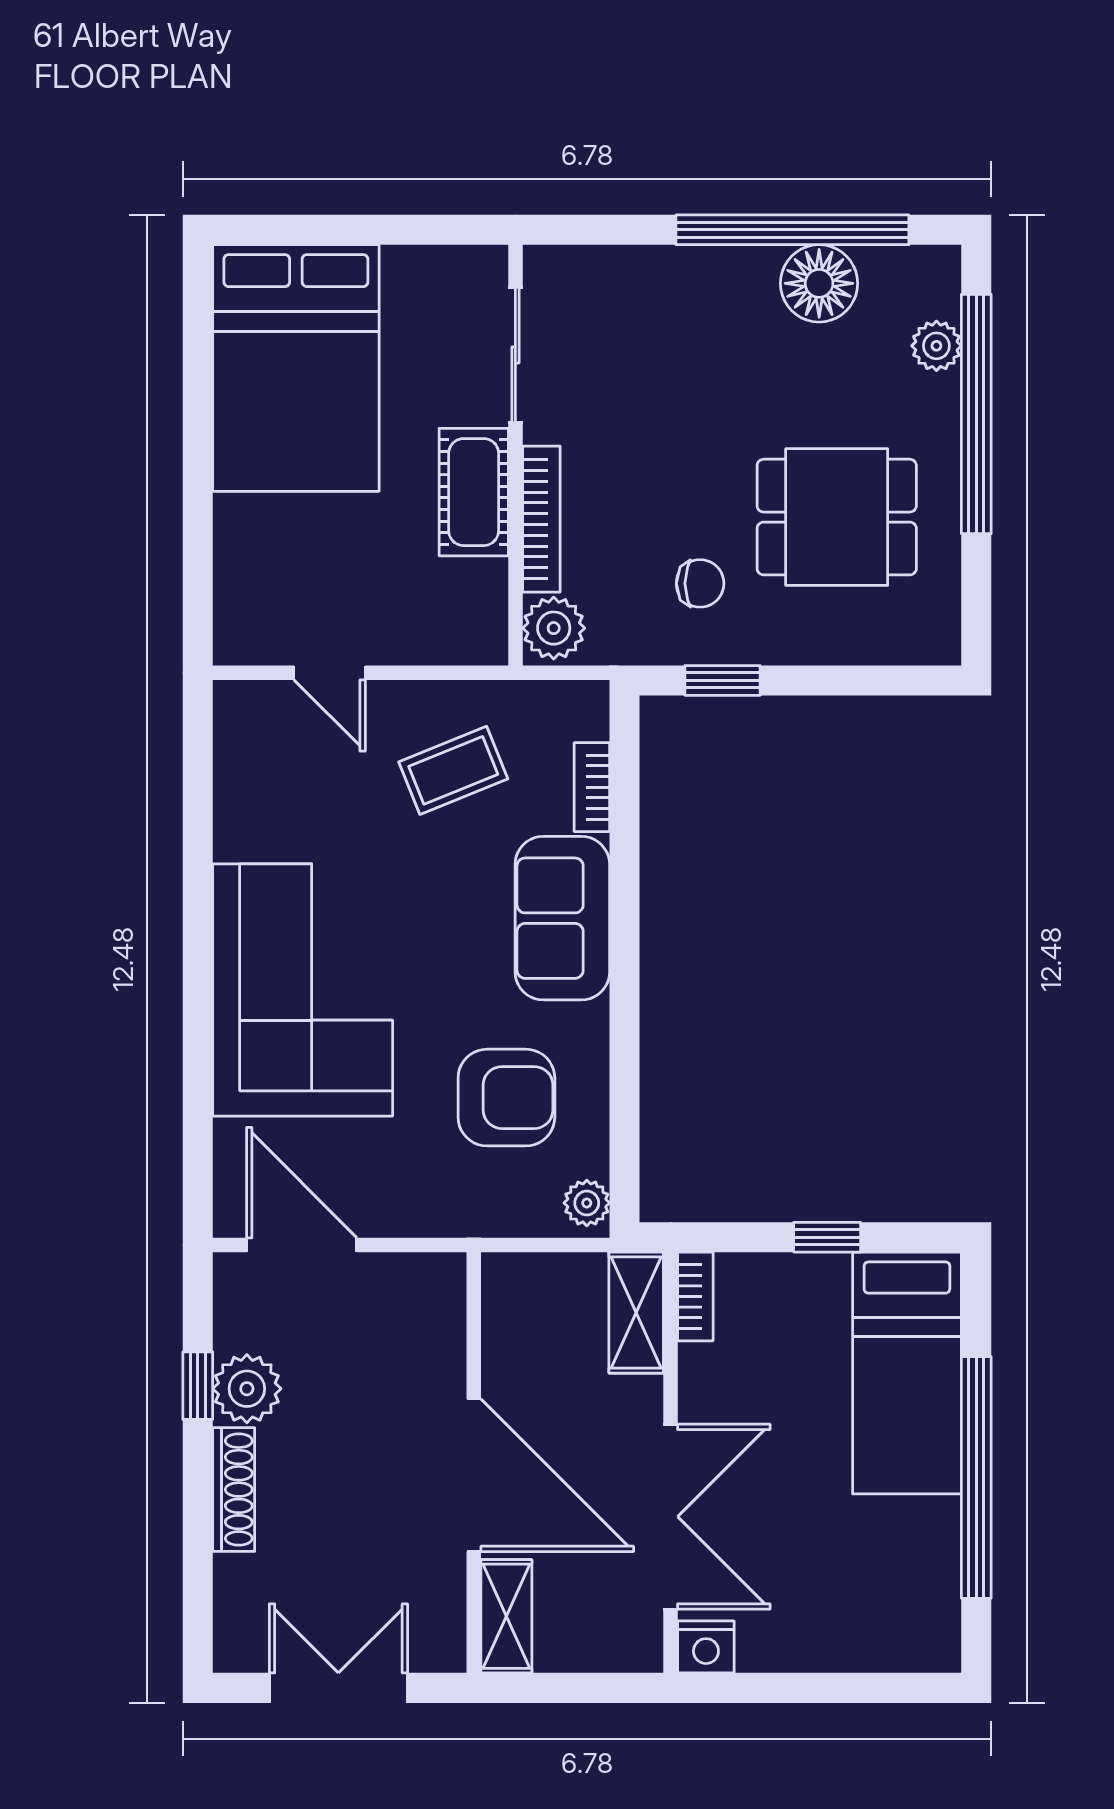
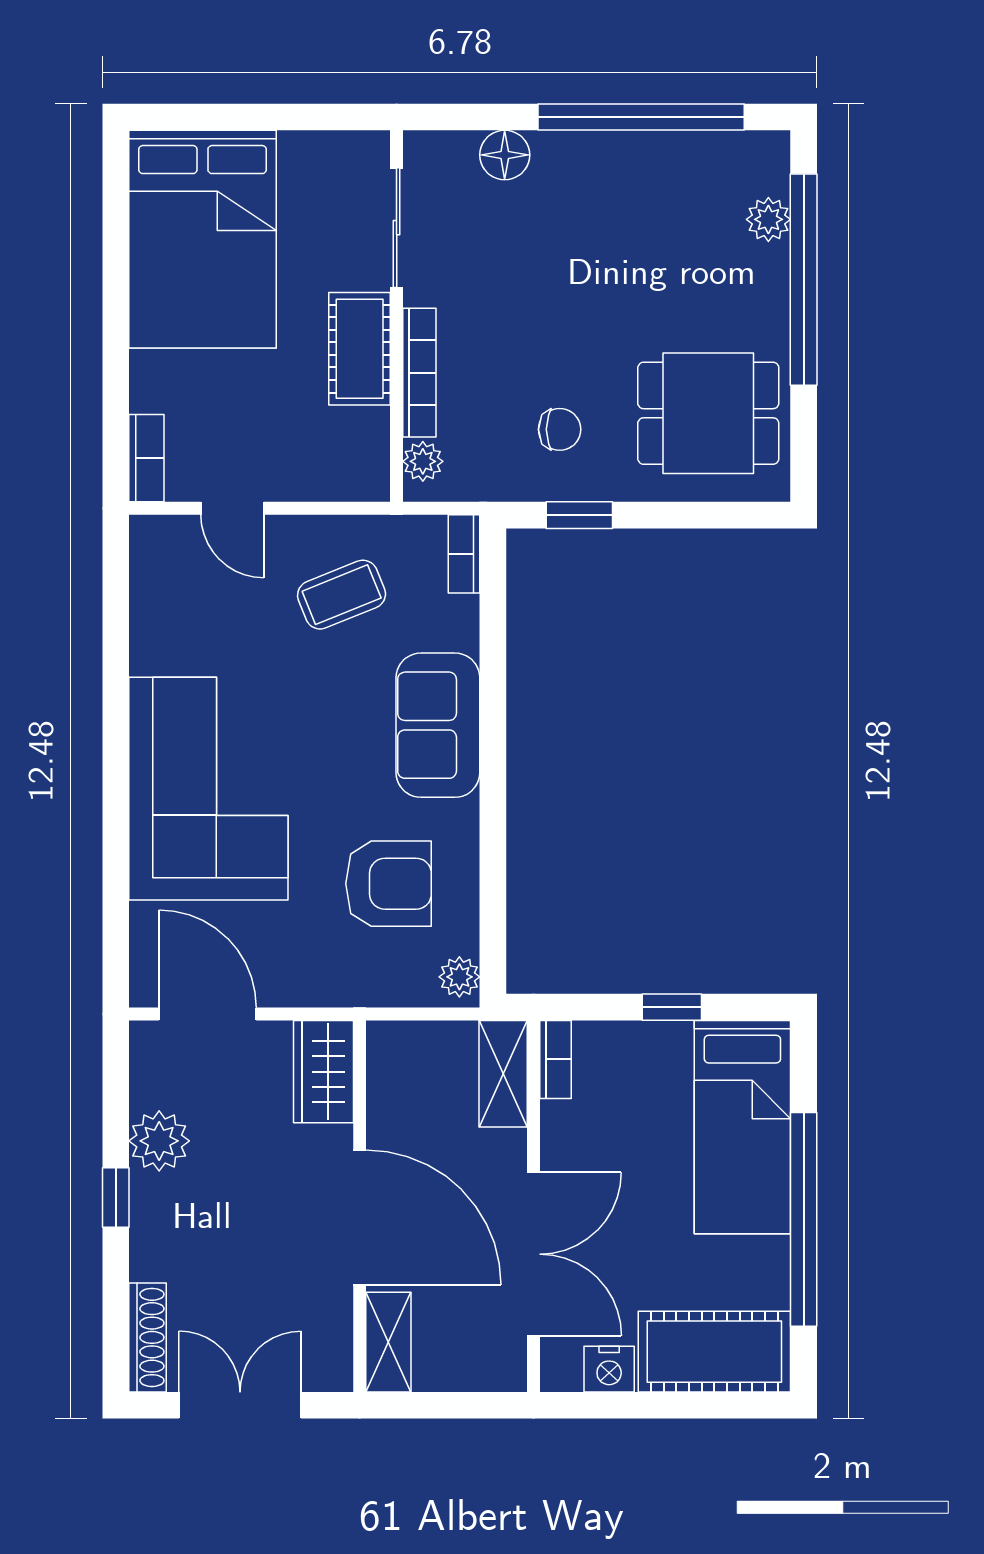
floor lamp: (819, 283) -> (505, 155), moved, width x0.73, depth x0.73
dining table: (837, 517) -> (708, 413), moved
bookcase: (232, 616) -> (146, 458), added
plant: (554, 628) -> (423, 461), width x0.73, depth x0.73
bookcase: (592, 787) -> (464, 554), moved
wardrobe: (433, 1310) -> (324, 1072), added
window: (198, 1386) -> (116, 1198), moved
shoe rack: (234, 1490) -> (148, 1337), moved
cot: (875, 1627) -> (714, 1352), added
nightstand: (706, 1647) -> (609, 1369), moved

